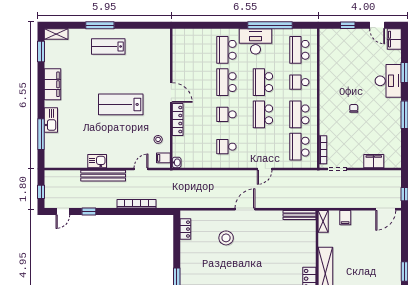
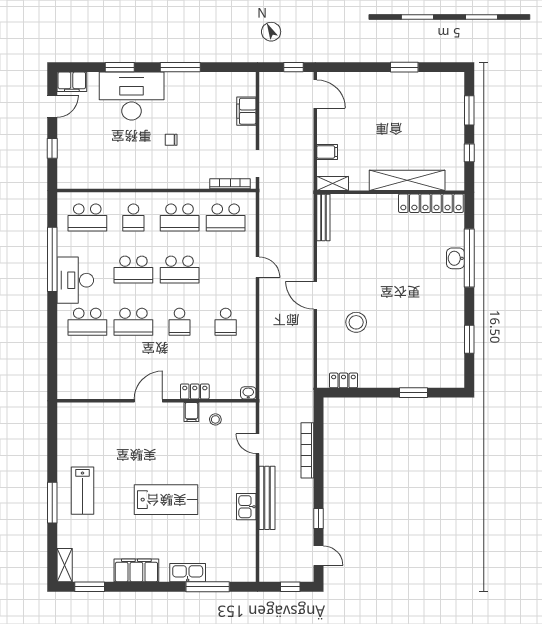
desk: (388, 81) -> (132, 96), width x1.36, depth x1.30
lab bench: (121, 104) -> (166, 500), moved, turned -90
locker: (178, 120) -> (195, 392), width x0.66
filing cabinet: (163, 158) -> (191, 412), moved

